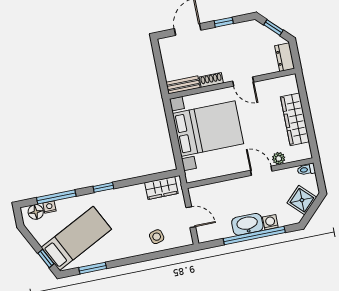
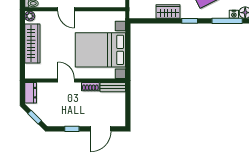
plant: (279, 158) -> (30, 16), moved
wardrobe: (161, 188) -> (168, 12), moved

